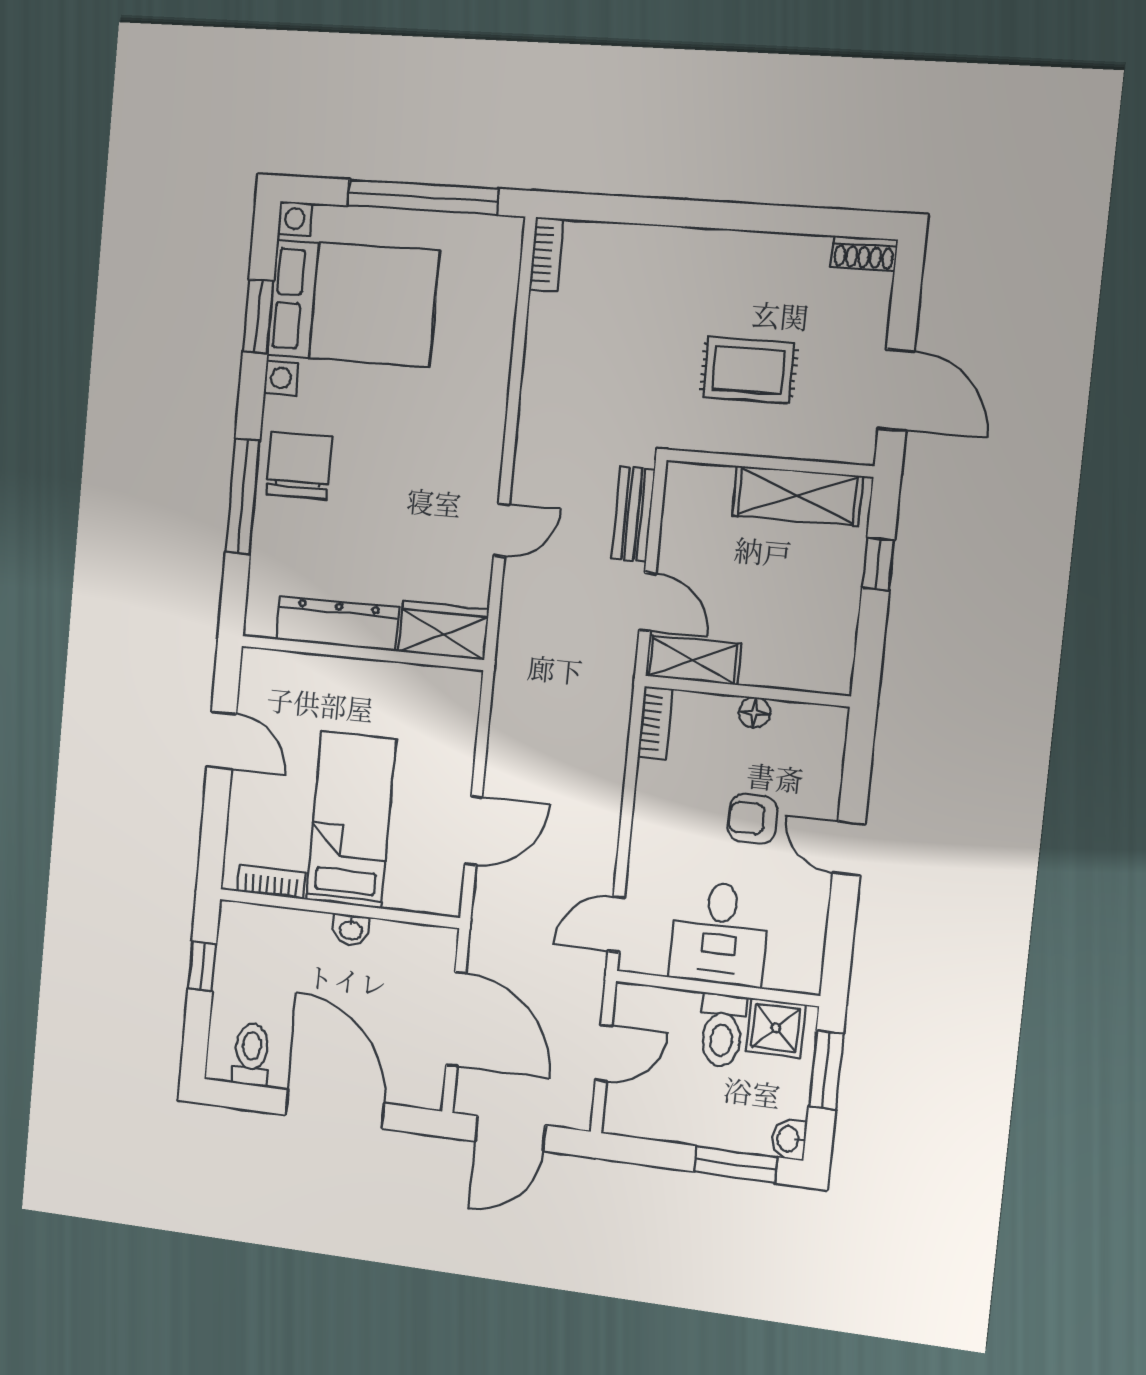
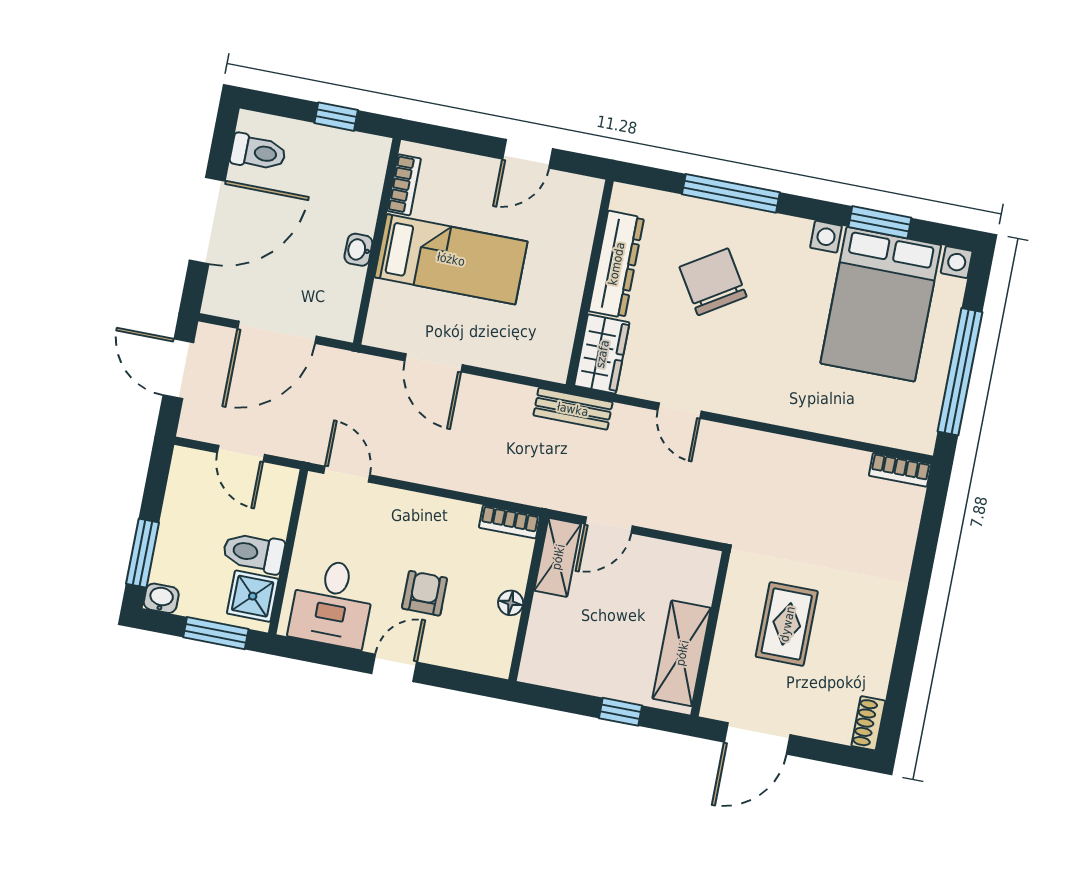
chair: (299, 466) -> (713, 282), moved, turned -122
bench: (633, 514) -> (573, 409), moved
desk: (720, 933) -> (332, 603), moved, turned -90

